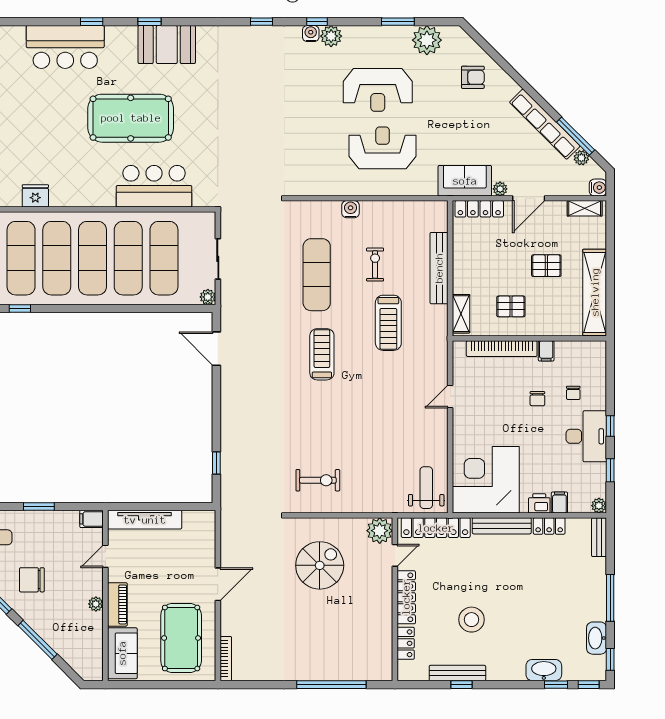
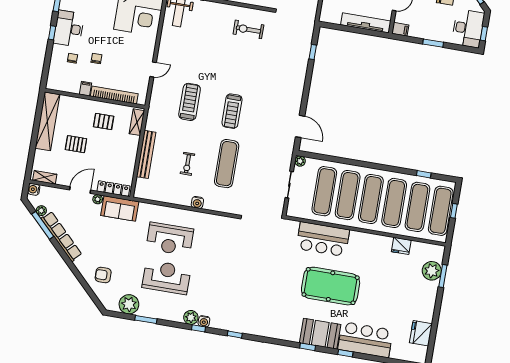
booth: (167, 45) -> (320, 334), moved
treadmill: (388, 323) -> (190, 102), moved

